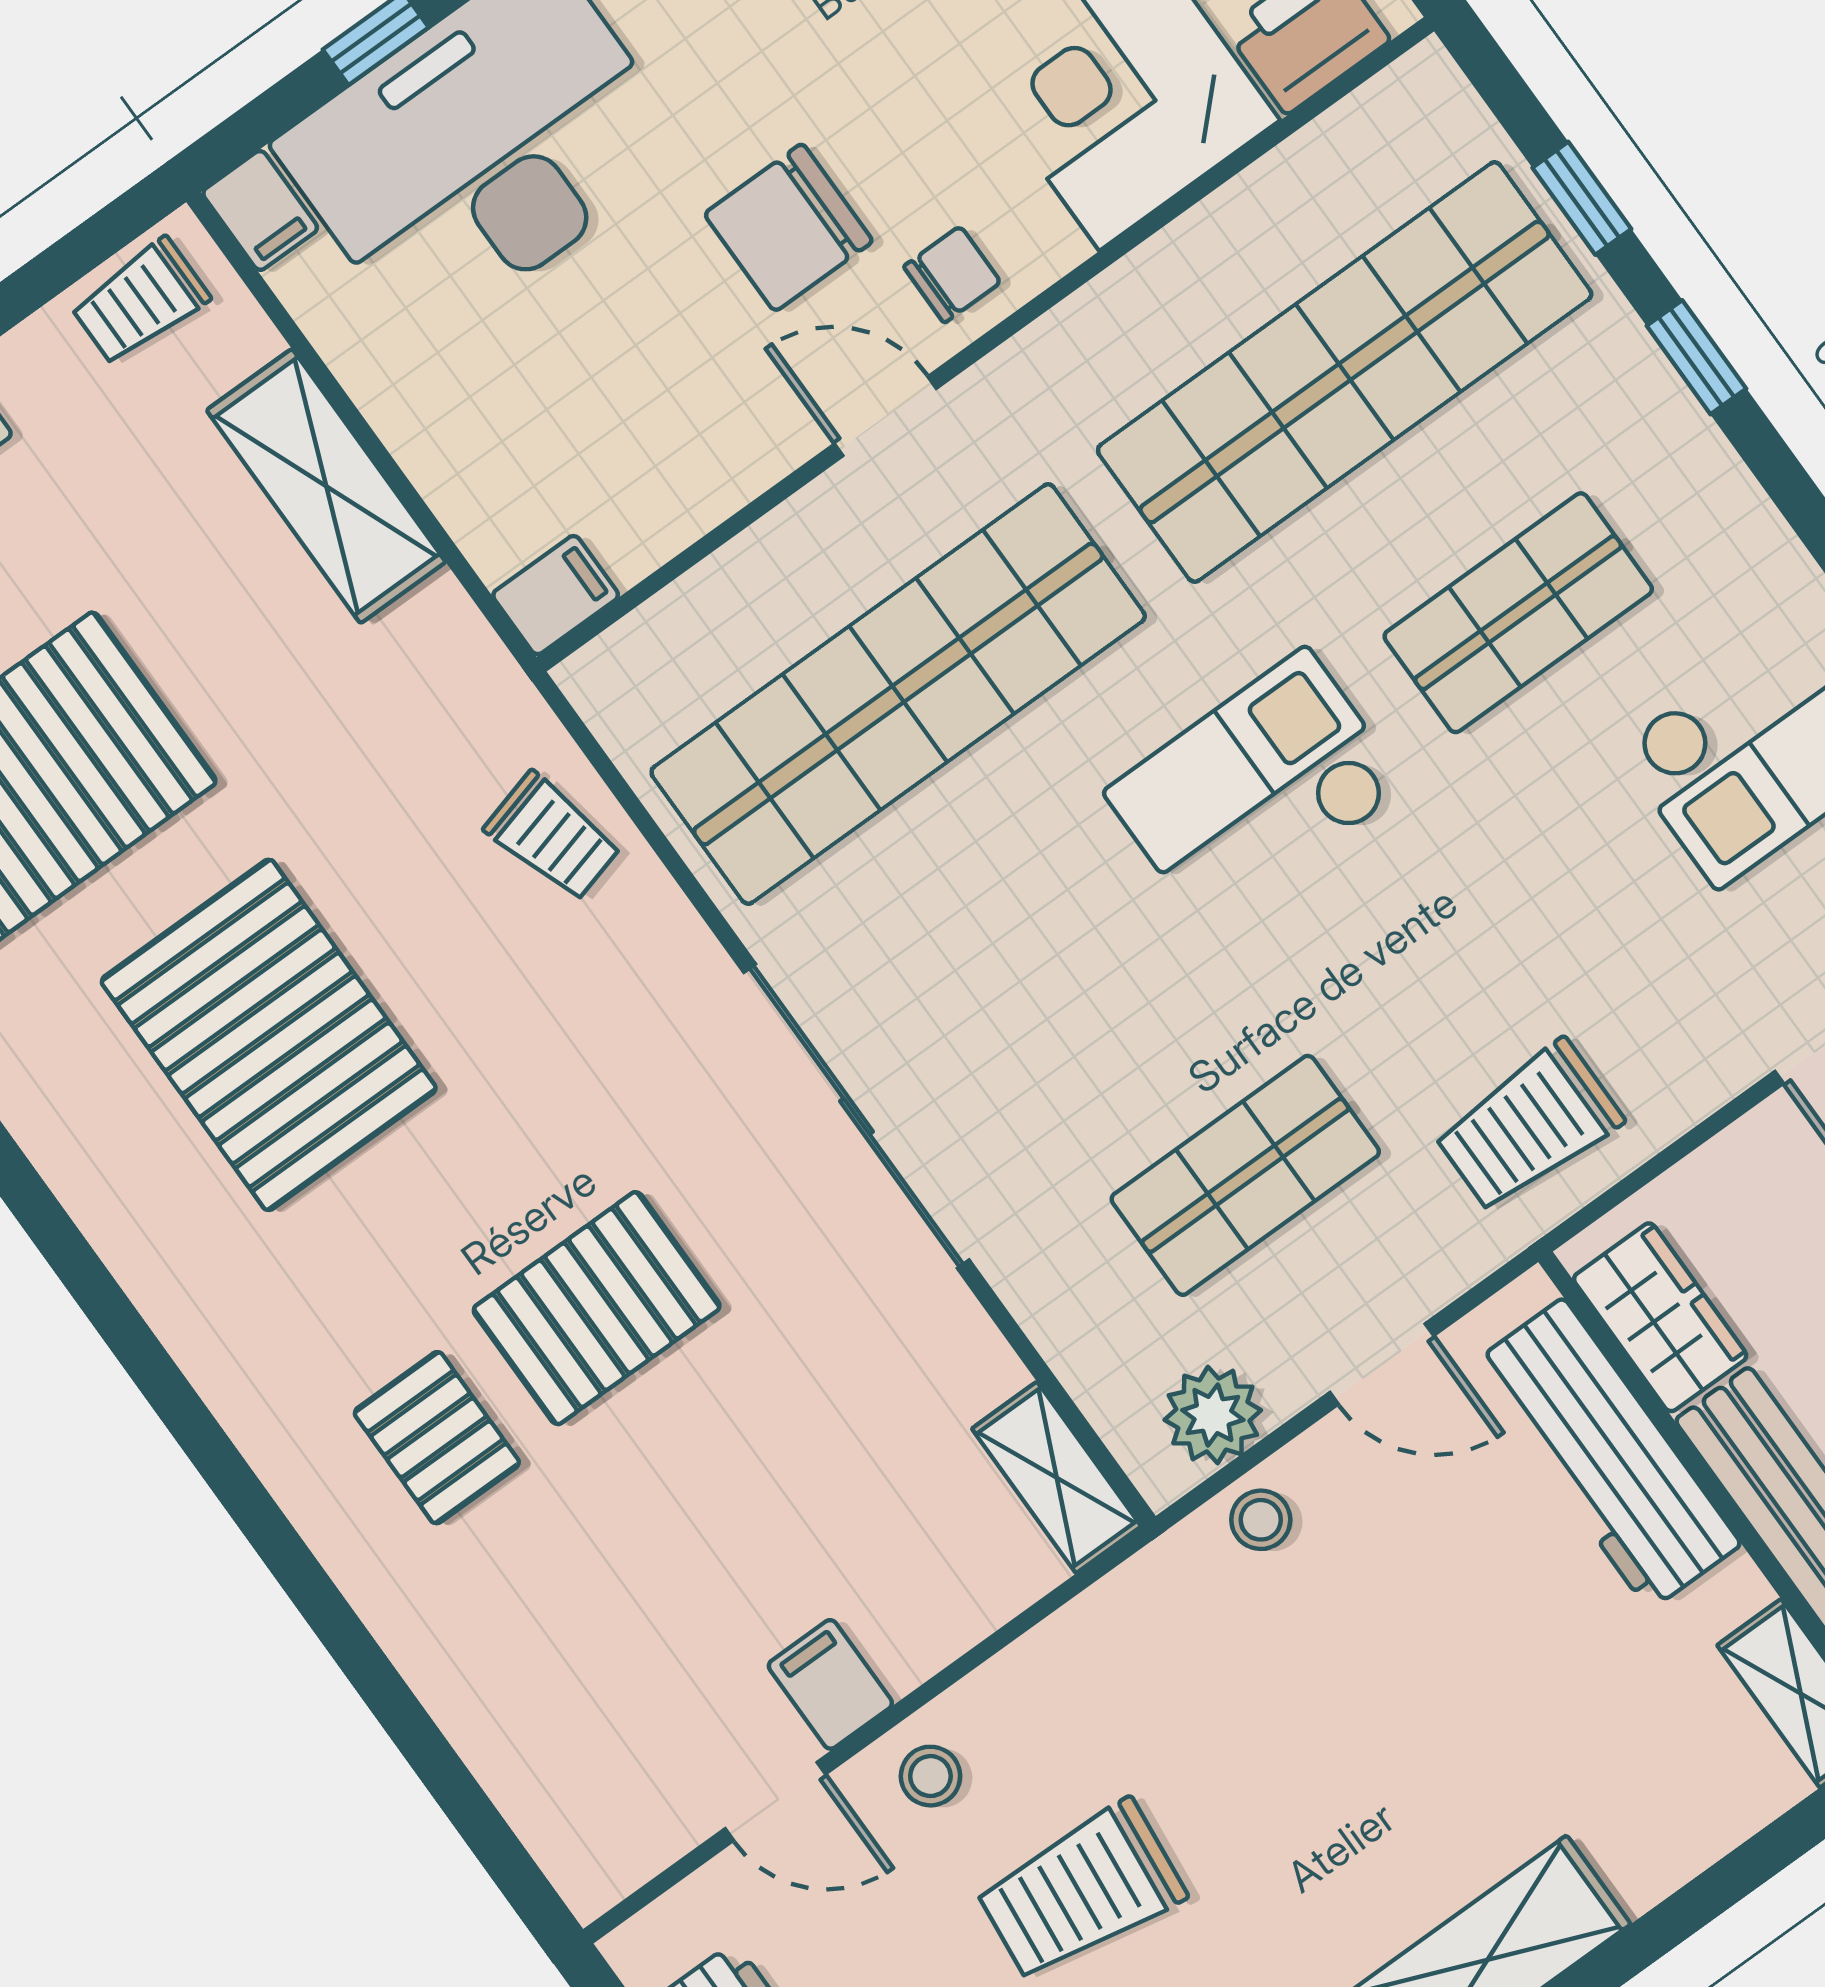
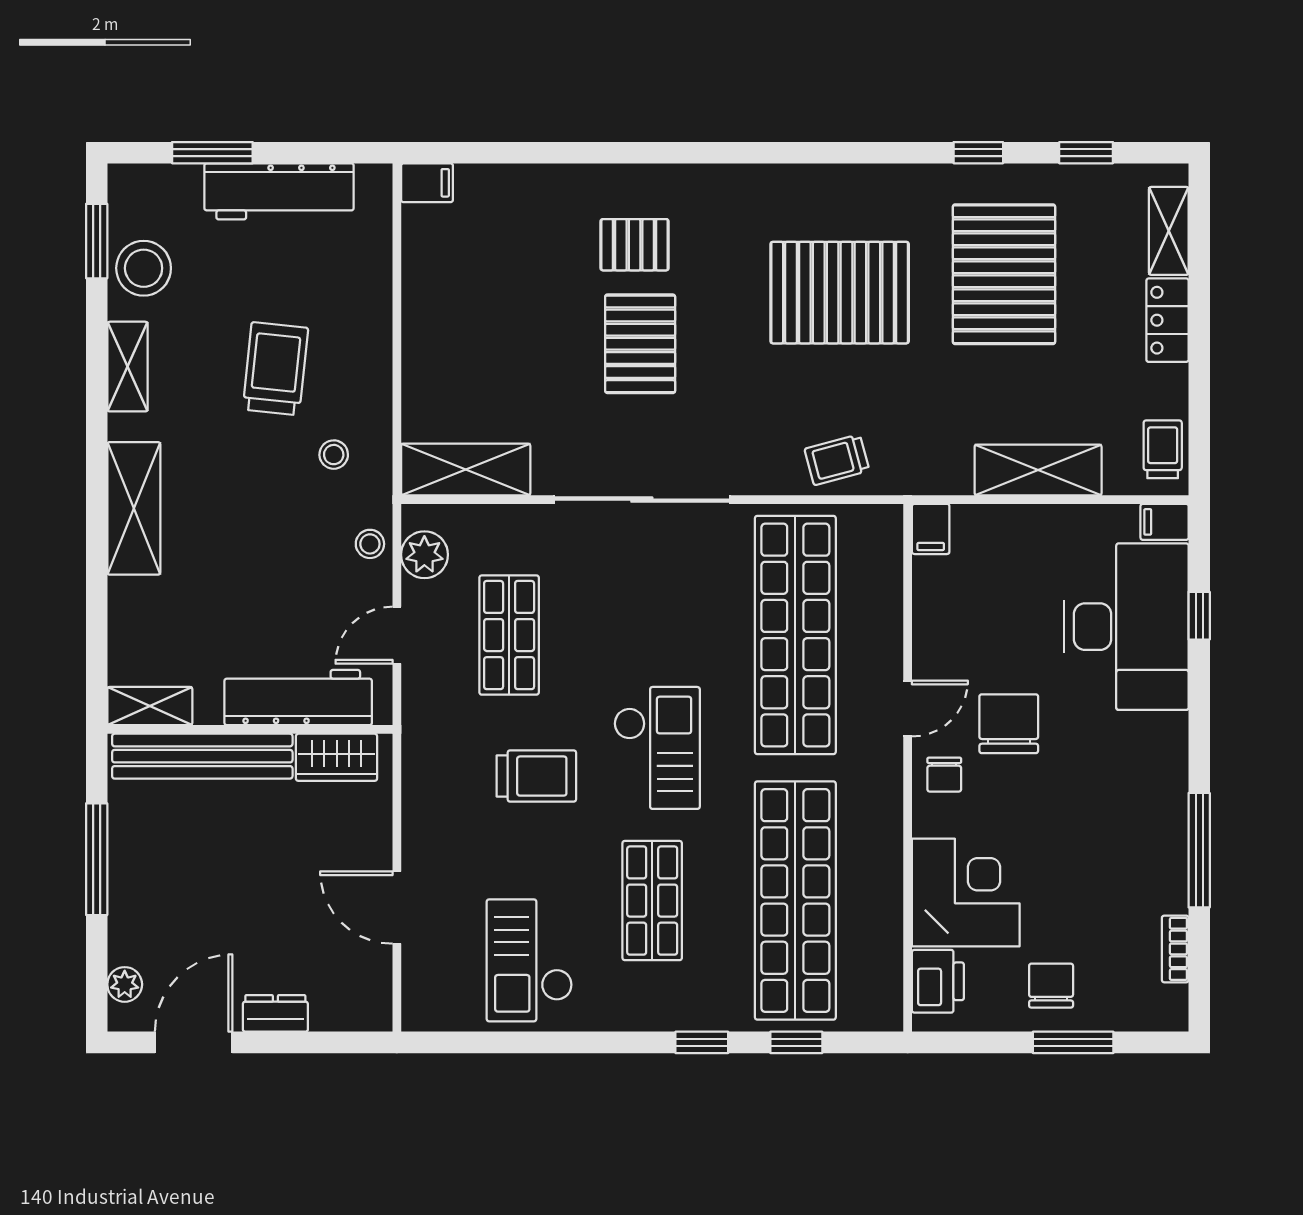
trolley: (1529, 1126) -> (536, 776), moved, turned 90
shelving: (1057, 1477) -> (466, 469), width x1.50, depth x1.33
filing cabinet: (830, 1684) -> (427, 183), moved
stool: (930, 1776) -> (334, 455), moved
door: (775, 1801) -> (397, 275), removed

